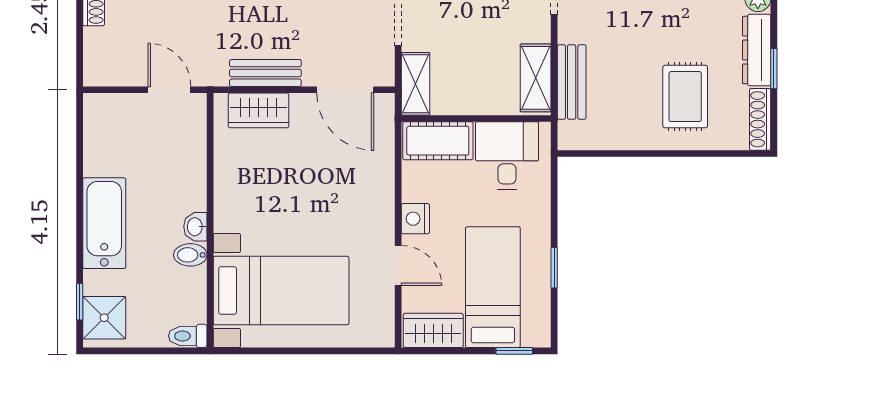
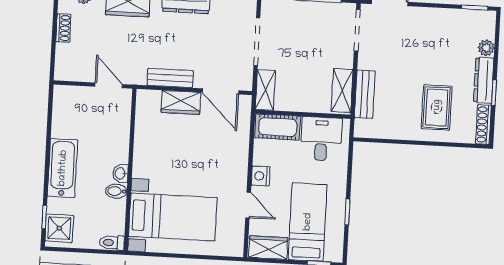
wardrobe: (259, 110) -> (181, 102), moved

